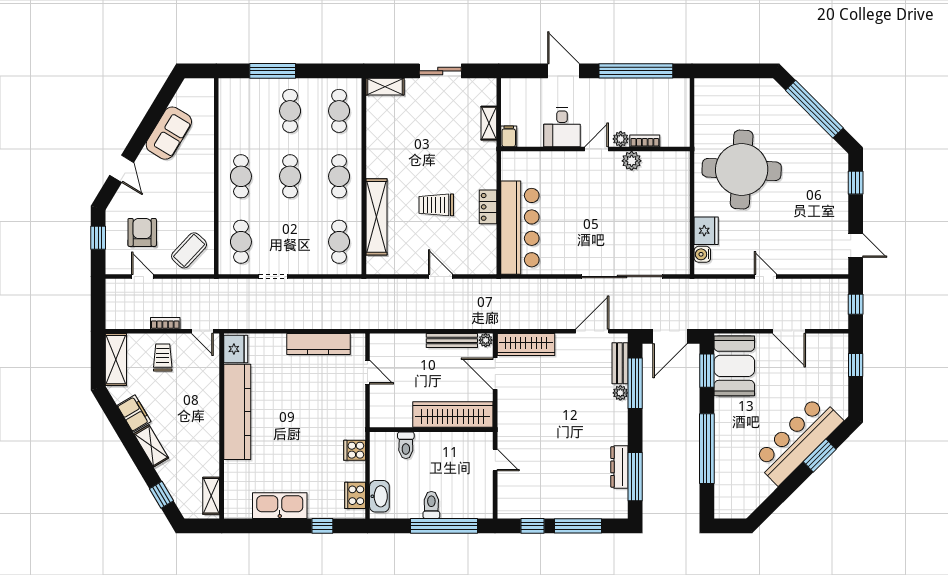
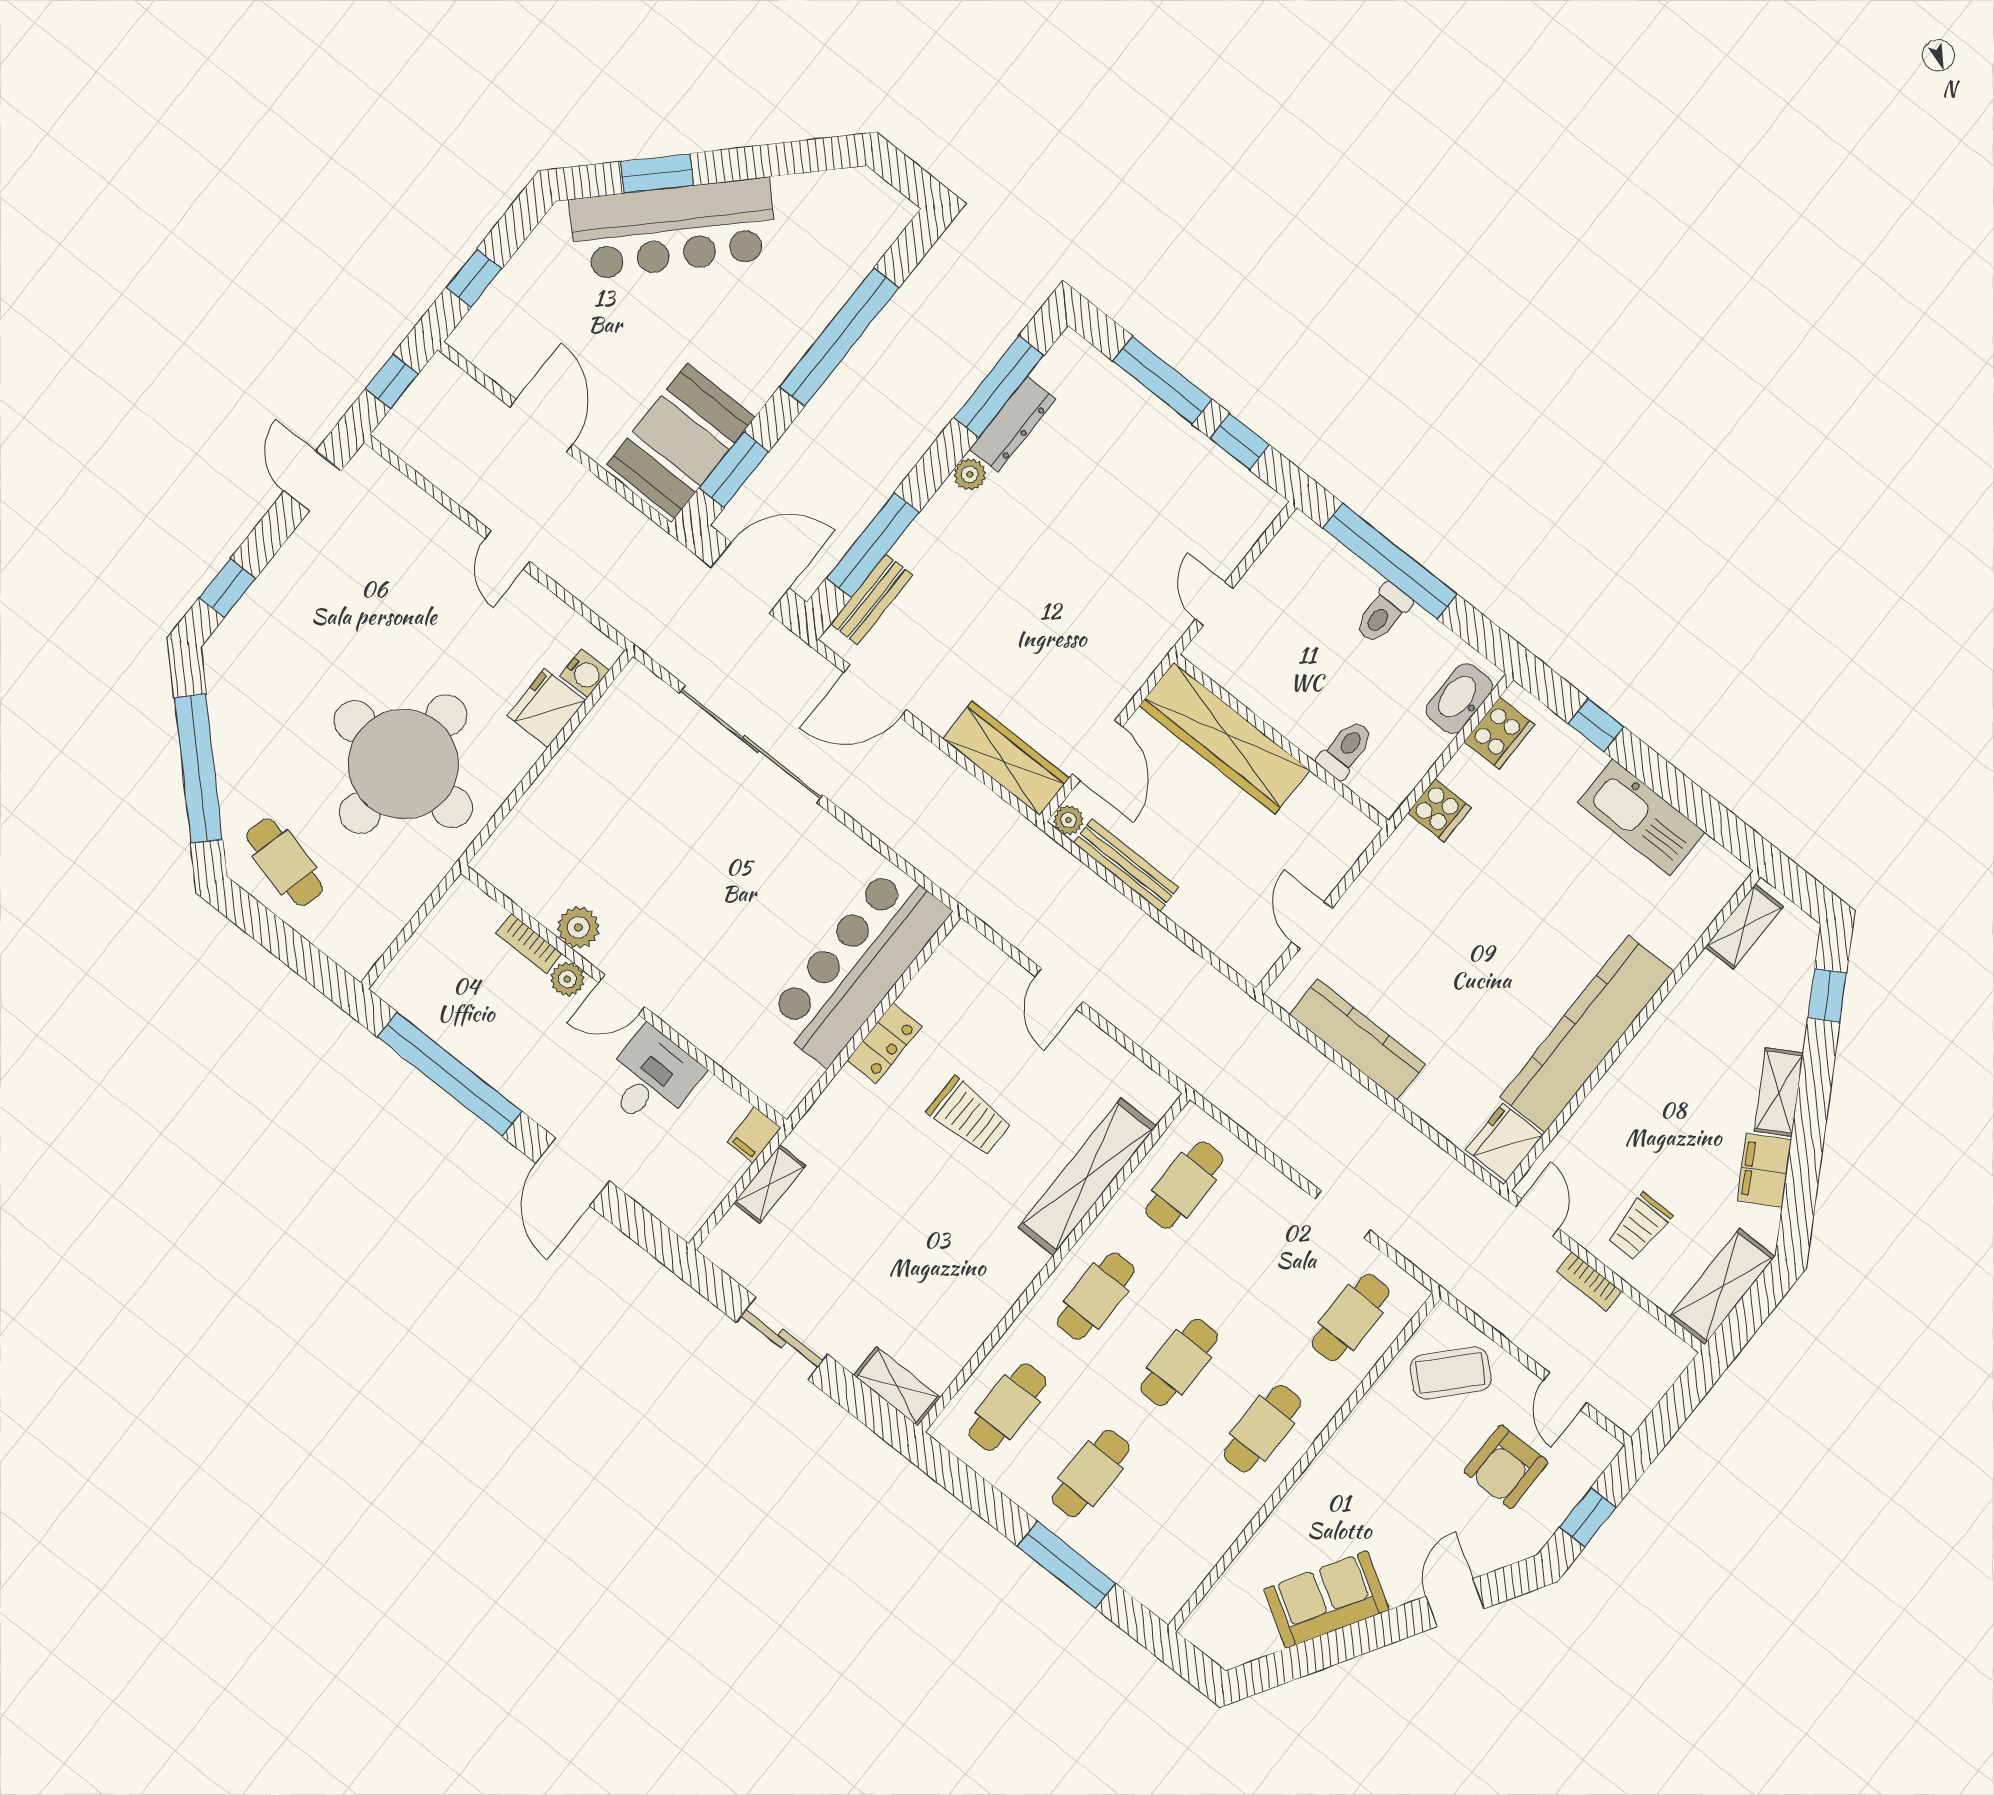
cafe table: (756, 100) -> (284, 862), added
plant: (620, 393) -> (970, 474), moved

